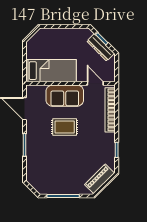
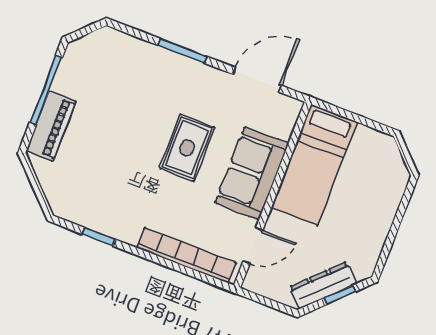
piano: (100, 179) -> (51, 126), moved, turned 45

